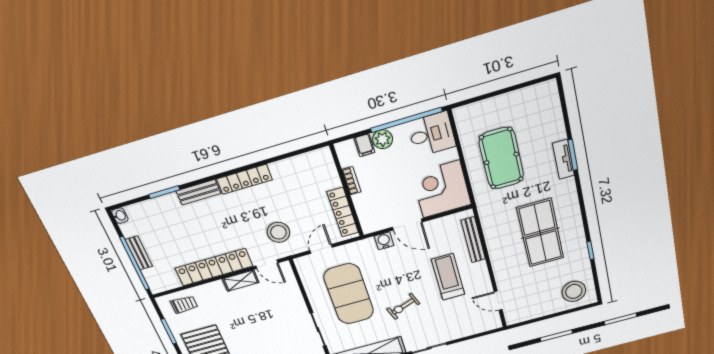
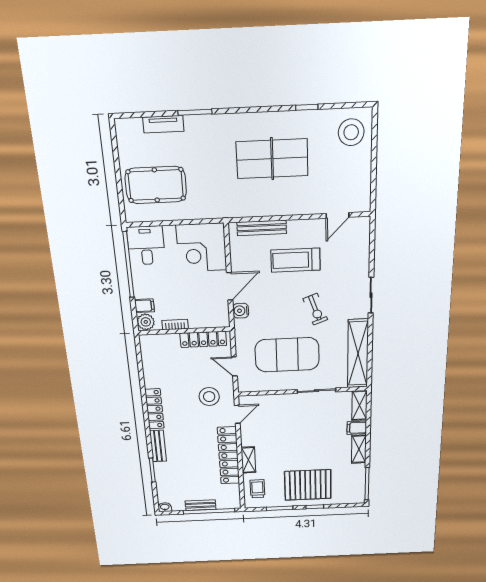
plant: (383, 139) -> (146, 322), moved
pool table: (501, 158) -> (156, 185), moved
tv unit: (563, 159) -> (163, 124), moved
shelving: (241, 281) -> (248, 460), moved

